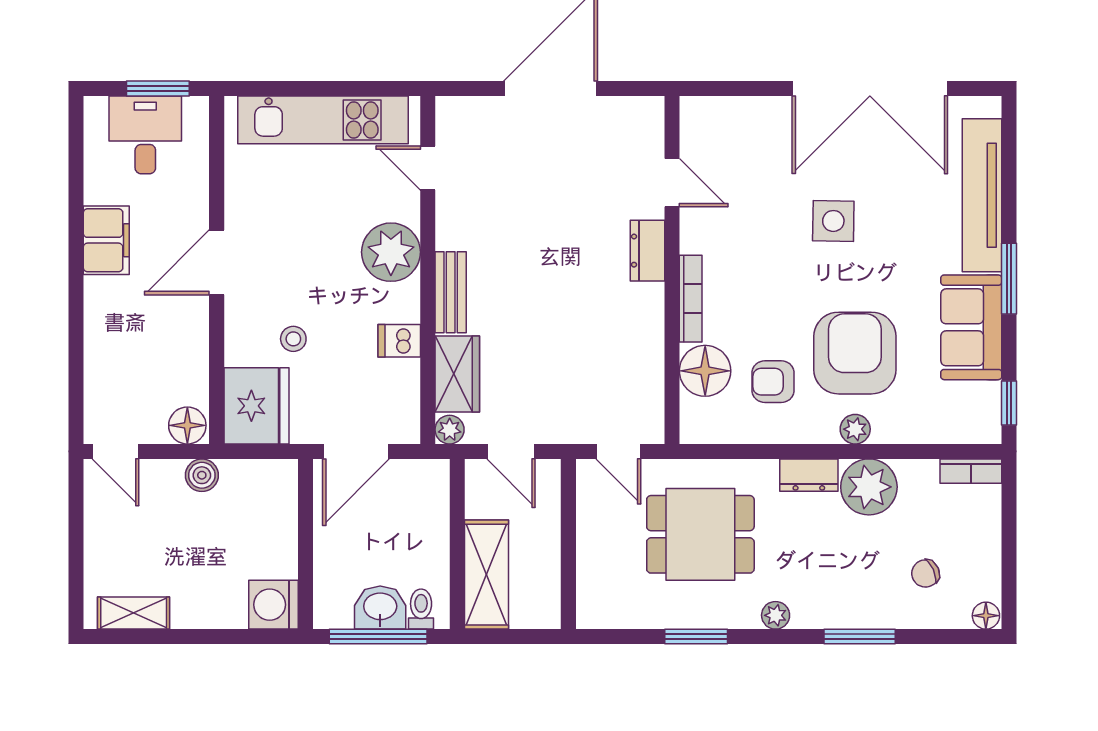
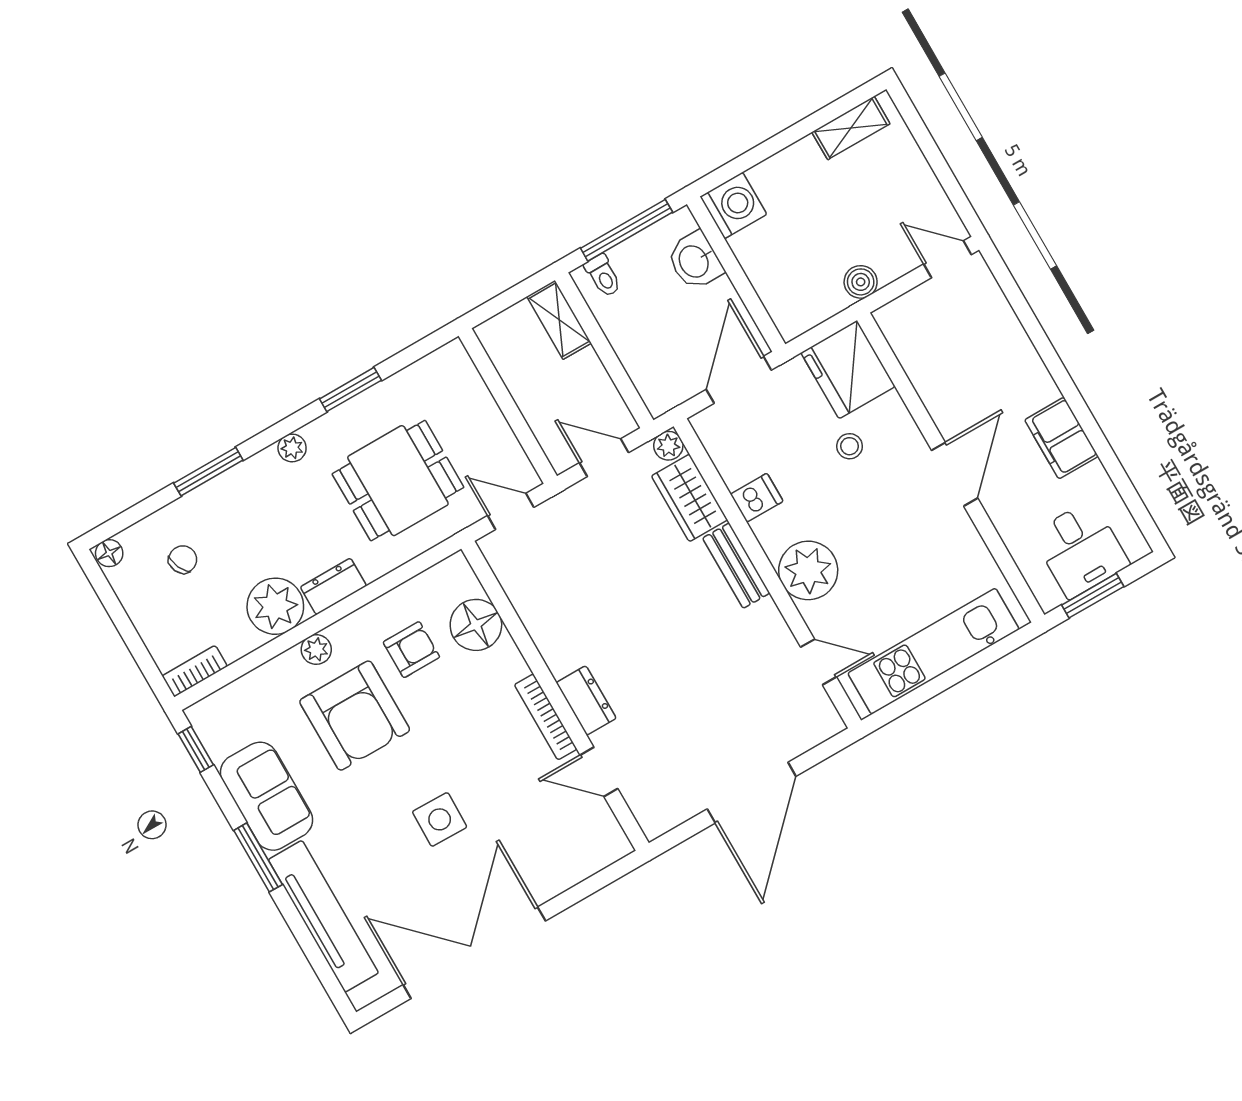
bookcase: (691, 299) -> (546, 717), moved
floor lamp: (187, 425) -> (898, 318), removed
shelving: (487, 575) -> (559, 320), width x0.67, depth x0.75
washbasin: (380, 608) -> (695, 261), moved, turned 90

